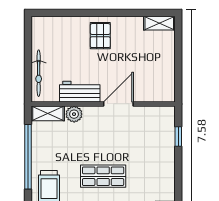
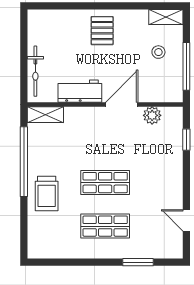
stool: (152, 56) -> (158, 52), added
window: (178, 69) -> (186, 66), added
plant: (74, 114) -> (152, 115), moved

